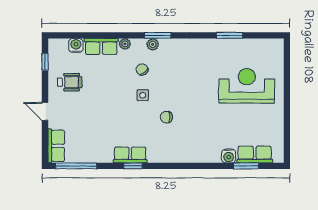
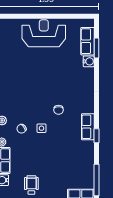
reception desk: (247, 86) -> (44, 33), moved, turned 90
row of seats: (130, 155) -> (88, 127), moved

